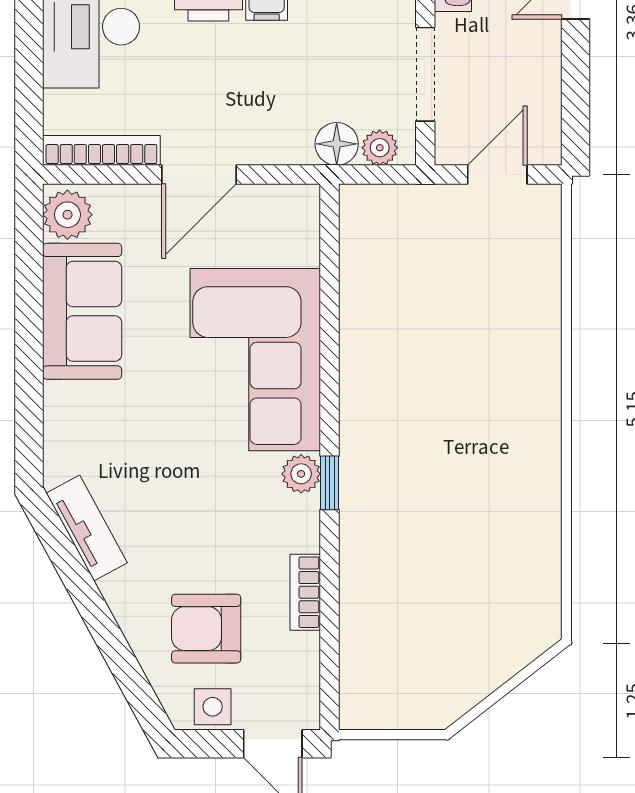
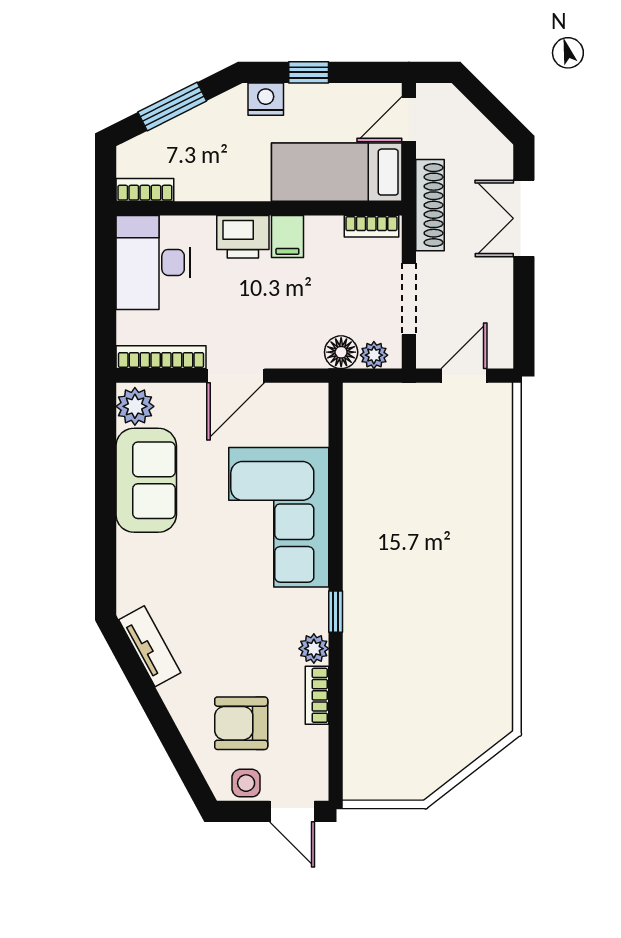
plant: (301, 474) -> (314, 649), moved

